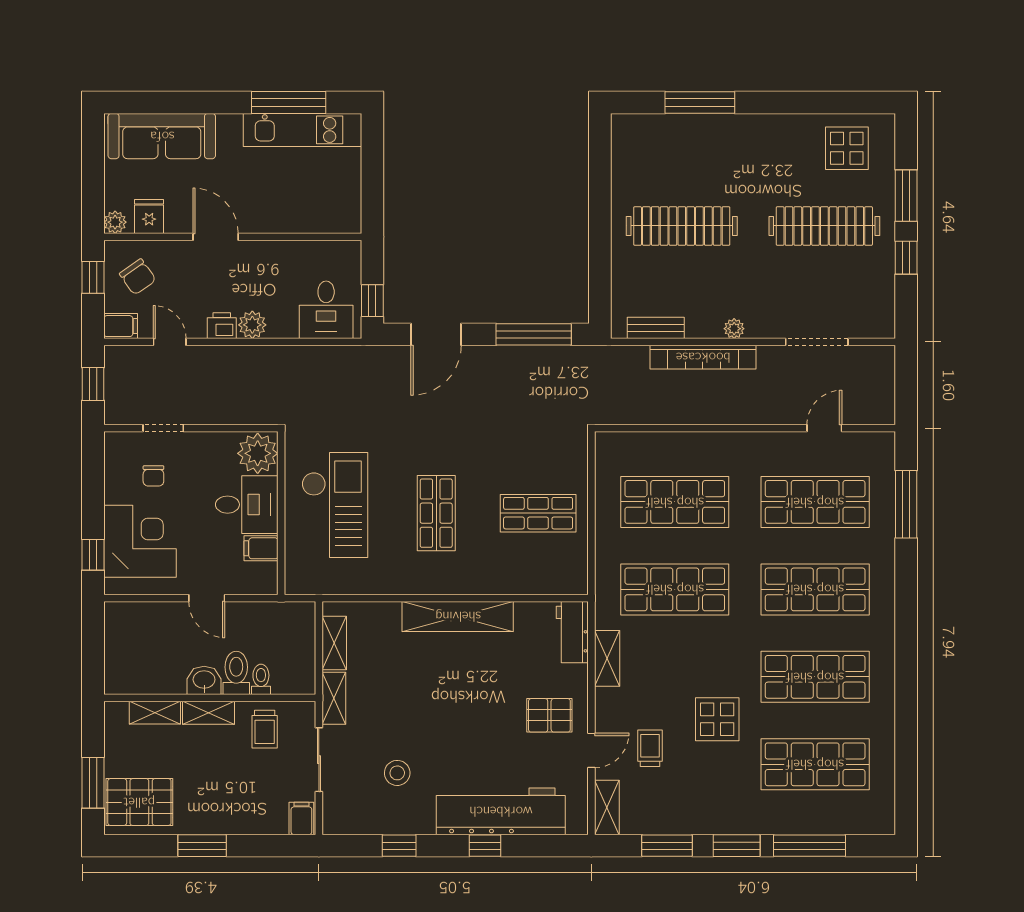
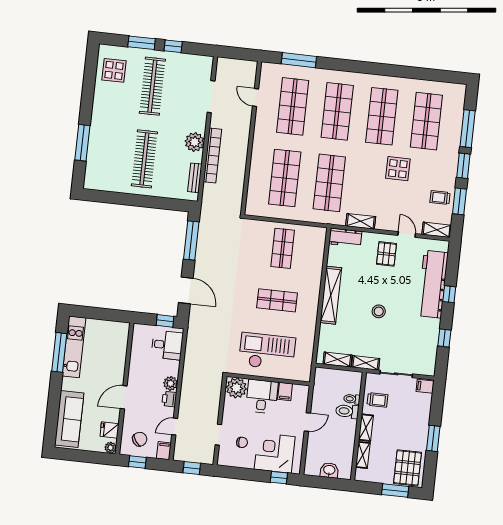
plant: (734, 329) -> (195, 142), width x1.87, depth x1.87
washbasin: (204, 680) -> (329, 470), moved, turned 90
trolley: (650, 748) -> (440, 198), moved
stool: (397, 773) -> (379, 311), moved

